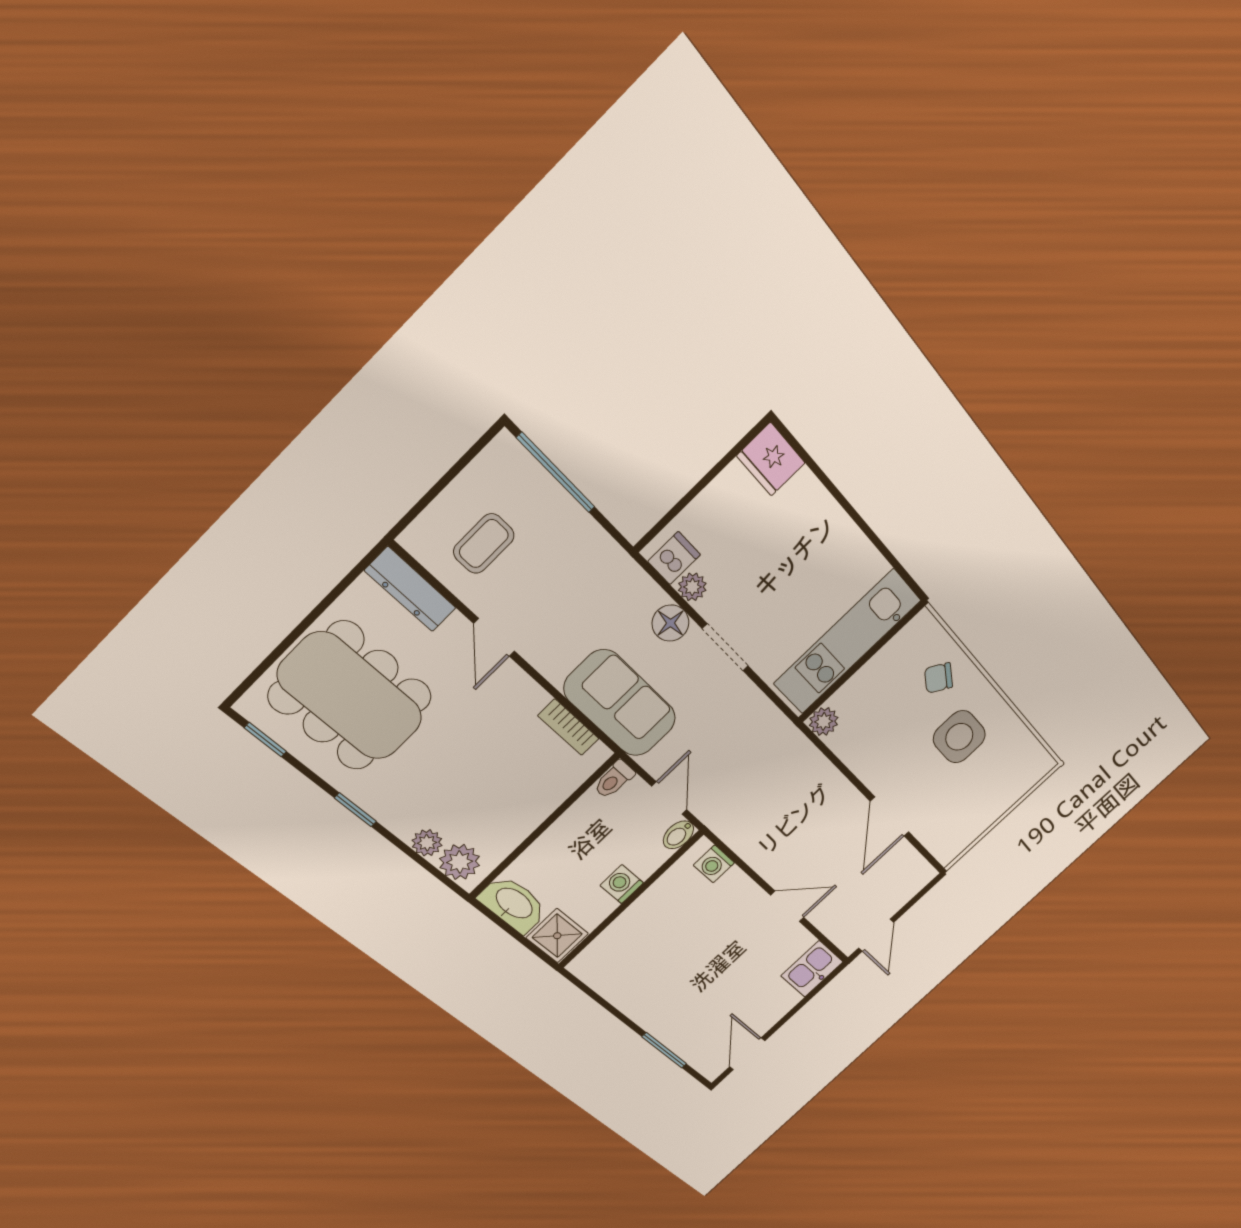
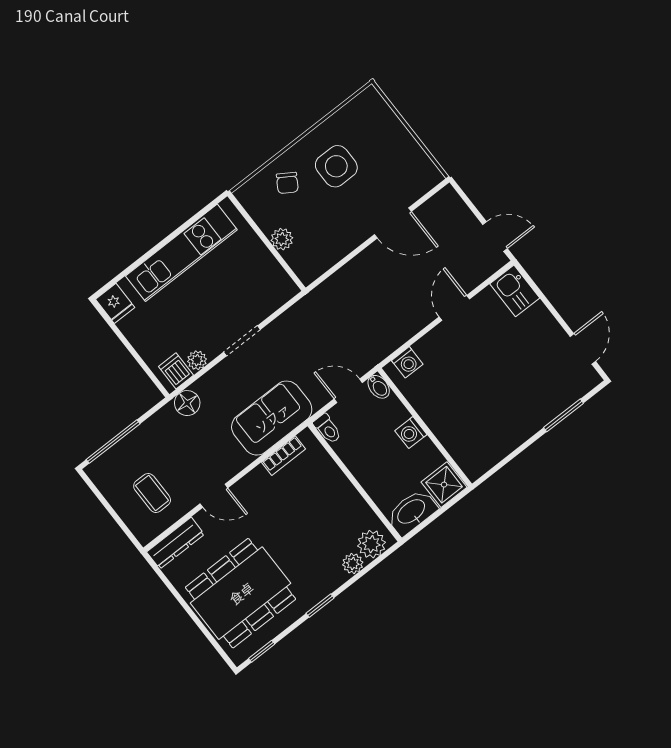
fridge: (771, 459) -> (115, 303), width x0.72
floor lamp: (670, 623) -> (187, 403), moved
kitchen unit: (847, 642) -> (181, 253), moved, turned -90
plant: (824, 721) -> (282, 239), moved
door: (747, 1054) -> (583, 349), swing flipped

